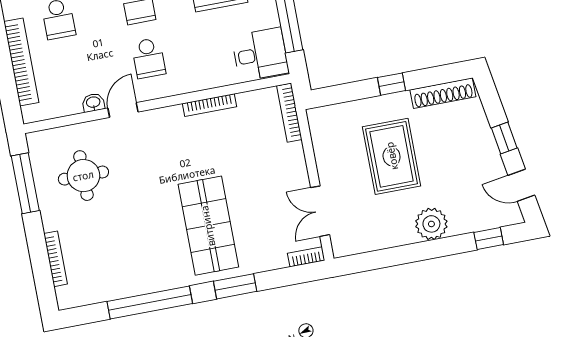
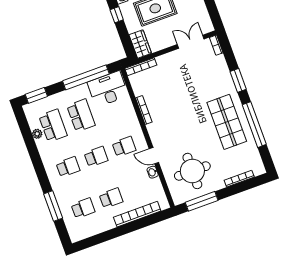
desk: (260, 54) -> (108, 89), width x1.37
wardrobe: (331, 118) -> (140, 44), added
round table: (83, 176) -> (192, 171), width x1.36, depth x1.36
double door: (320, 211) -> (191, 42), swing flipped
shop shelf: (208, 226) -> (227, 122), moved, turned 90

